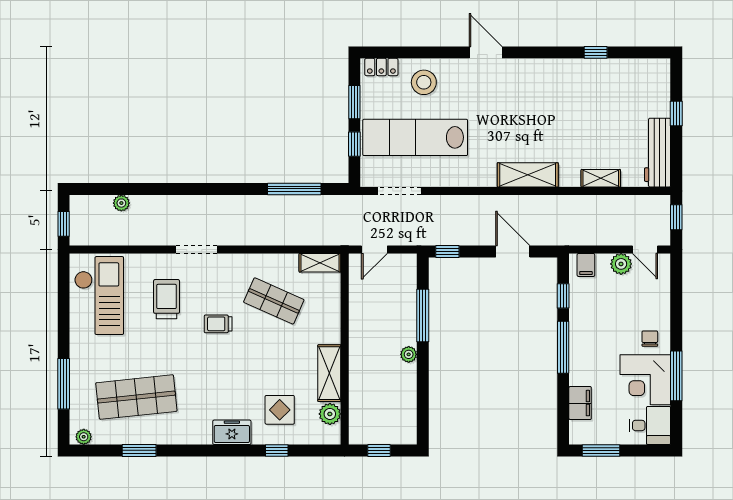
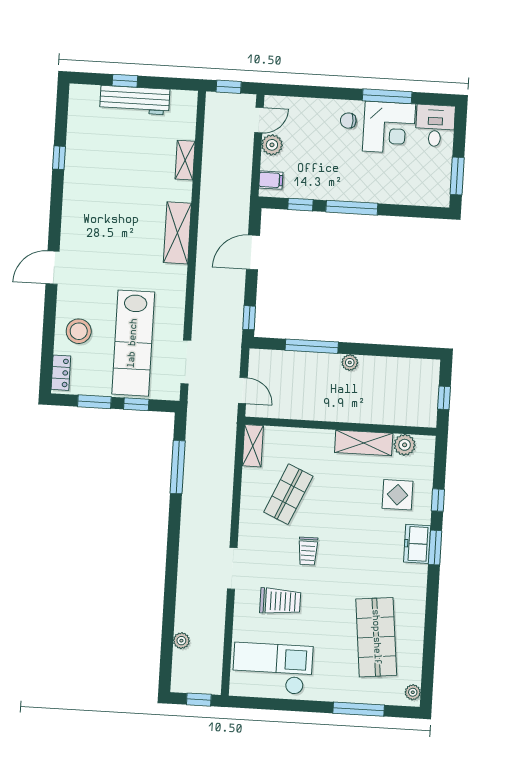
workbench: (658, 153) -> (135, 100), moved
trolley: (167, 299) -> (280, 601), turned 180
filing cabinet: (580, 403) -> (409, 194), removed
window: (139, 450) -> (435, 548), moved

